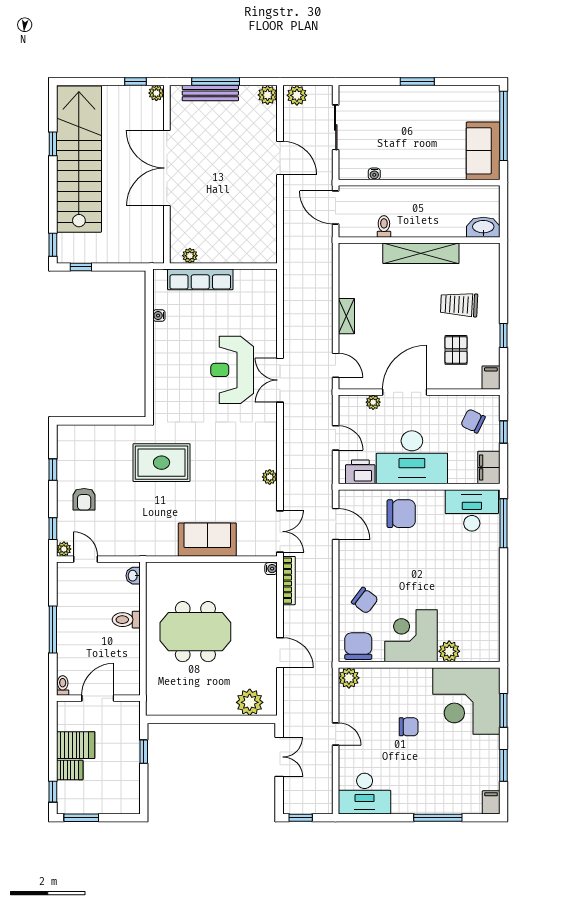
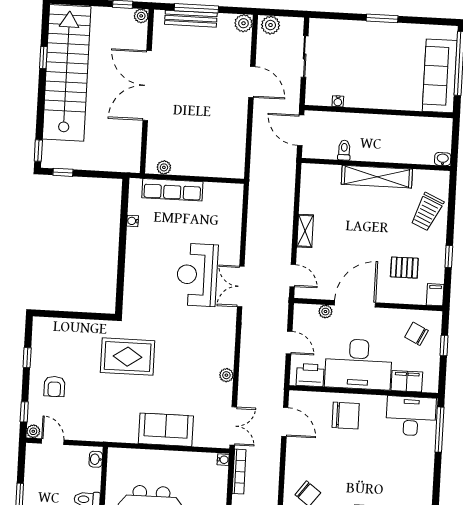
sofa: (483, 151) -> (440, 76), width x1.36
washbasin: (483, 227) -> (443, 159), width x0.52, depth x0.69
trolley: (459, 305) -> (427, 212), moved, turned -69
pallet: (456, 350) -> (404, 268), turned 90
filing cabinet: (489, 467) -> (407, 381), moved, turned 90

